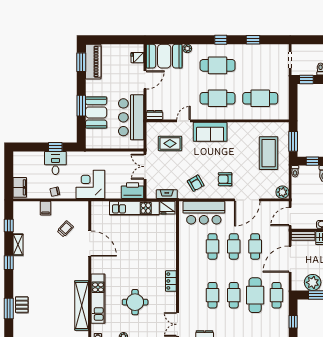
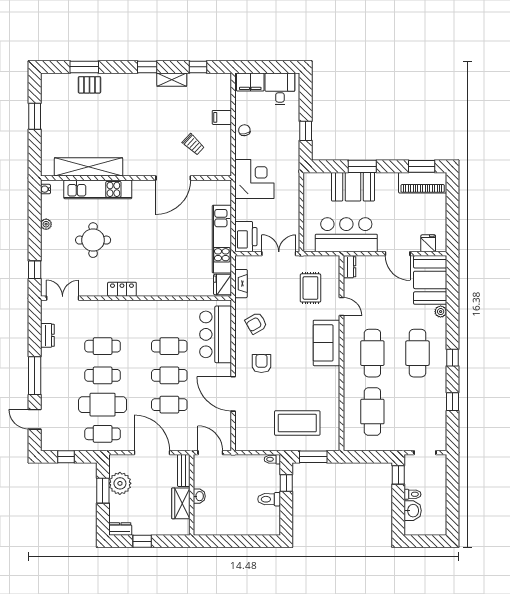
desk: (55, 163) -> (280, 89), moved, turned -90
plant: (282, 192) -> (244, 442), removed

